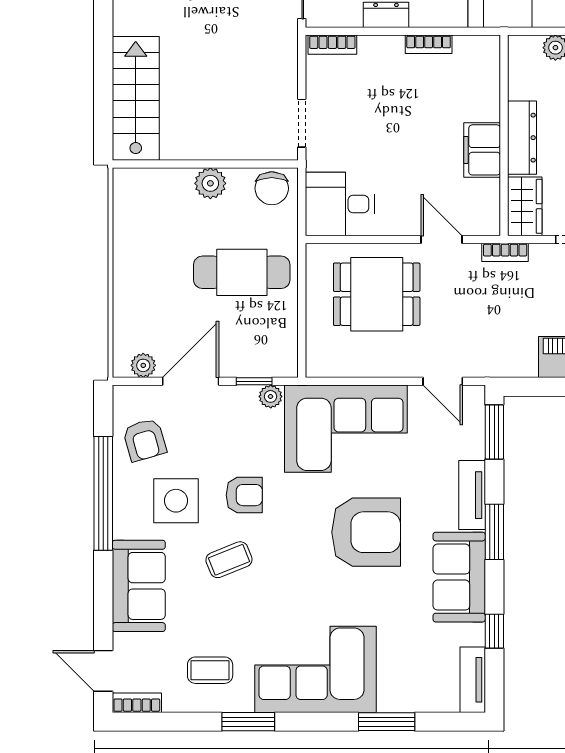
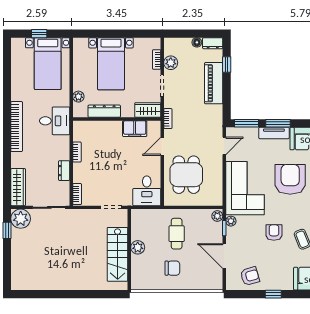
stairs: (136, 98) -> (118, 254), moved, turned -90
dresser: (522, 138) -> (104, 111), moved
filing cabinet: (482, 150) -> (135, 129), moved
chair: (272, 188) -> (172, 268), moved
cafe table: (242, 272) -> (177, 234), width x0.73, depth x0.74
plant: (143, 365) -> (217, 216), moved
window: (103, 493) -> (273, 294), width x0.32
side table: (176, 501) -> (276, 262), removed
window: (494, 532) -> (278, 123), moved

